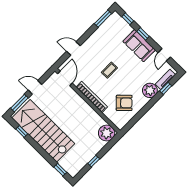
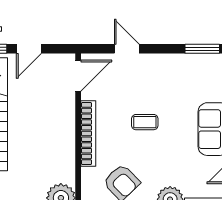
door: (35, 87) -> (29, 49), swing flipped

